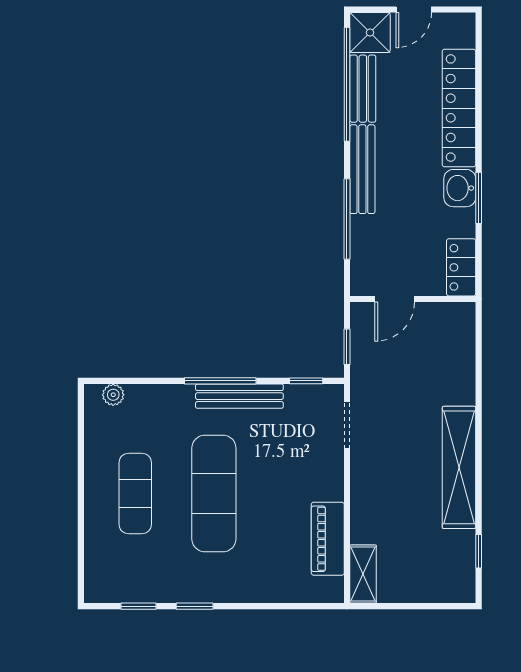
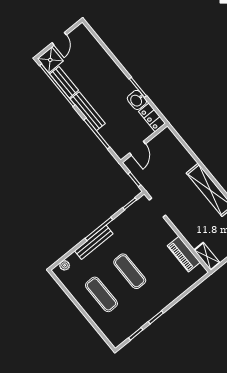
locker: (459, 108) -> (104, 61), removed
washbasin: (460, 188) -> (137, 100), moved
bench: (239, 396) -> (94, 242), moved
exercise mat: (214, 493) -> (130, 271), width x0.73, depth x0.69

